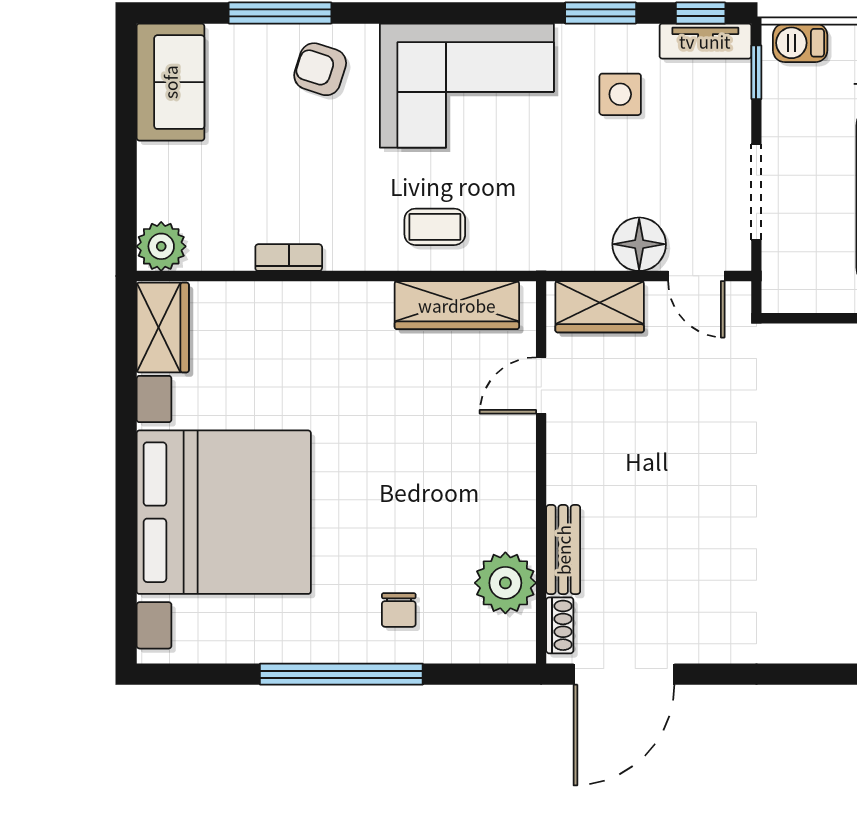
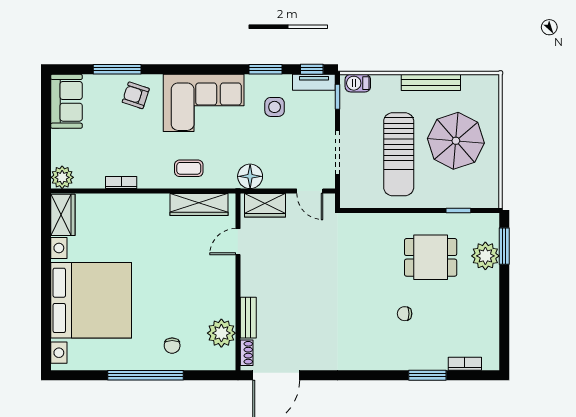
floor lamp: (639, 244) -> (250, 176), moved

